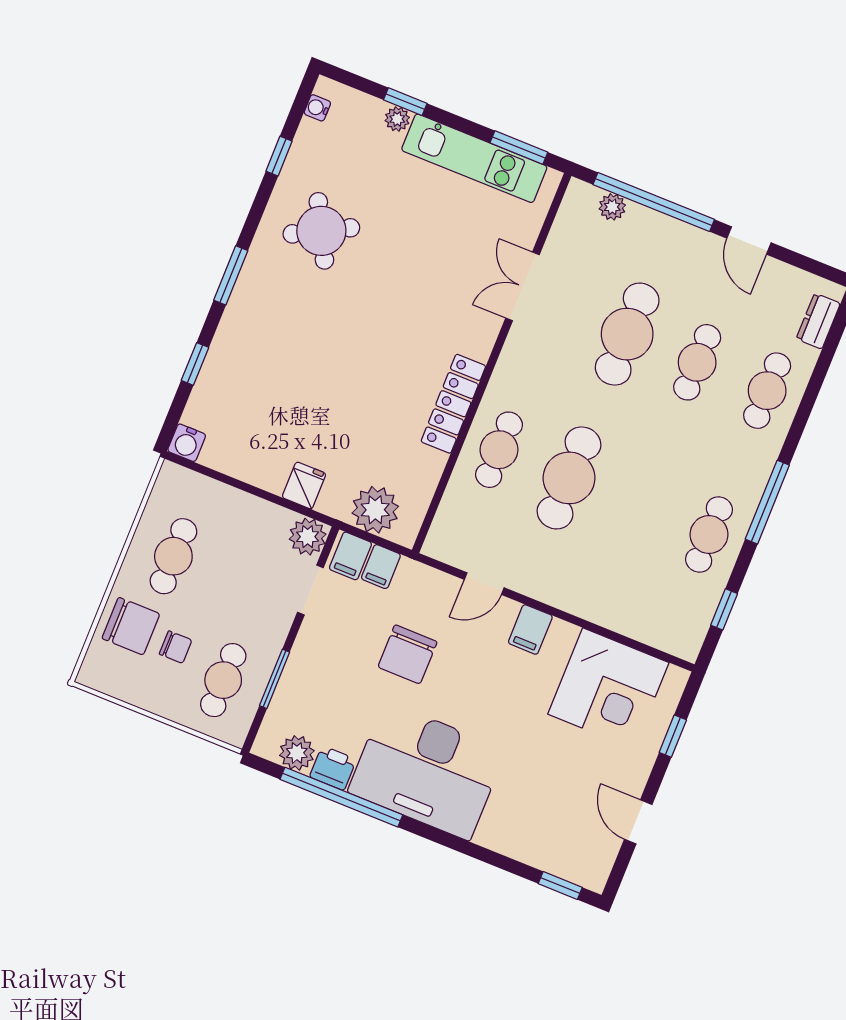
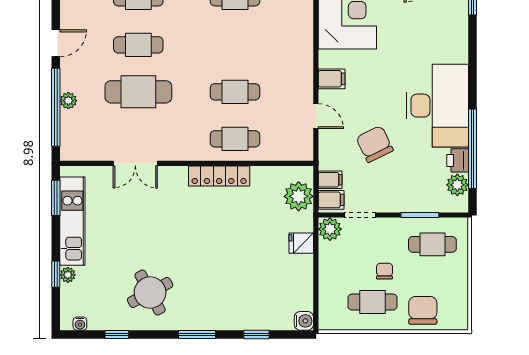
plant: (612, 207) -> (68, 101), moved
cafe table: (569, 478) -> (235, 92), width x0.73, depth x0.74
chair: (176, 647) -> (385, 271), moved
chair: (407, 654) -> (375, 144), turned -116

